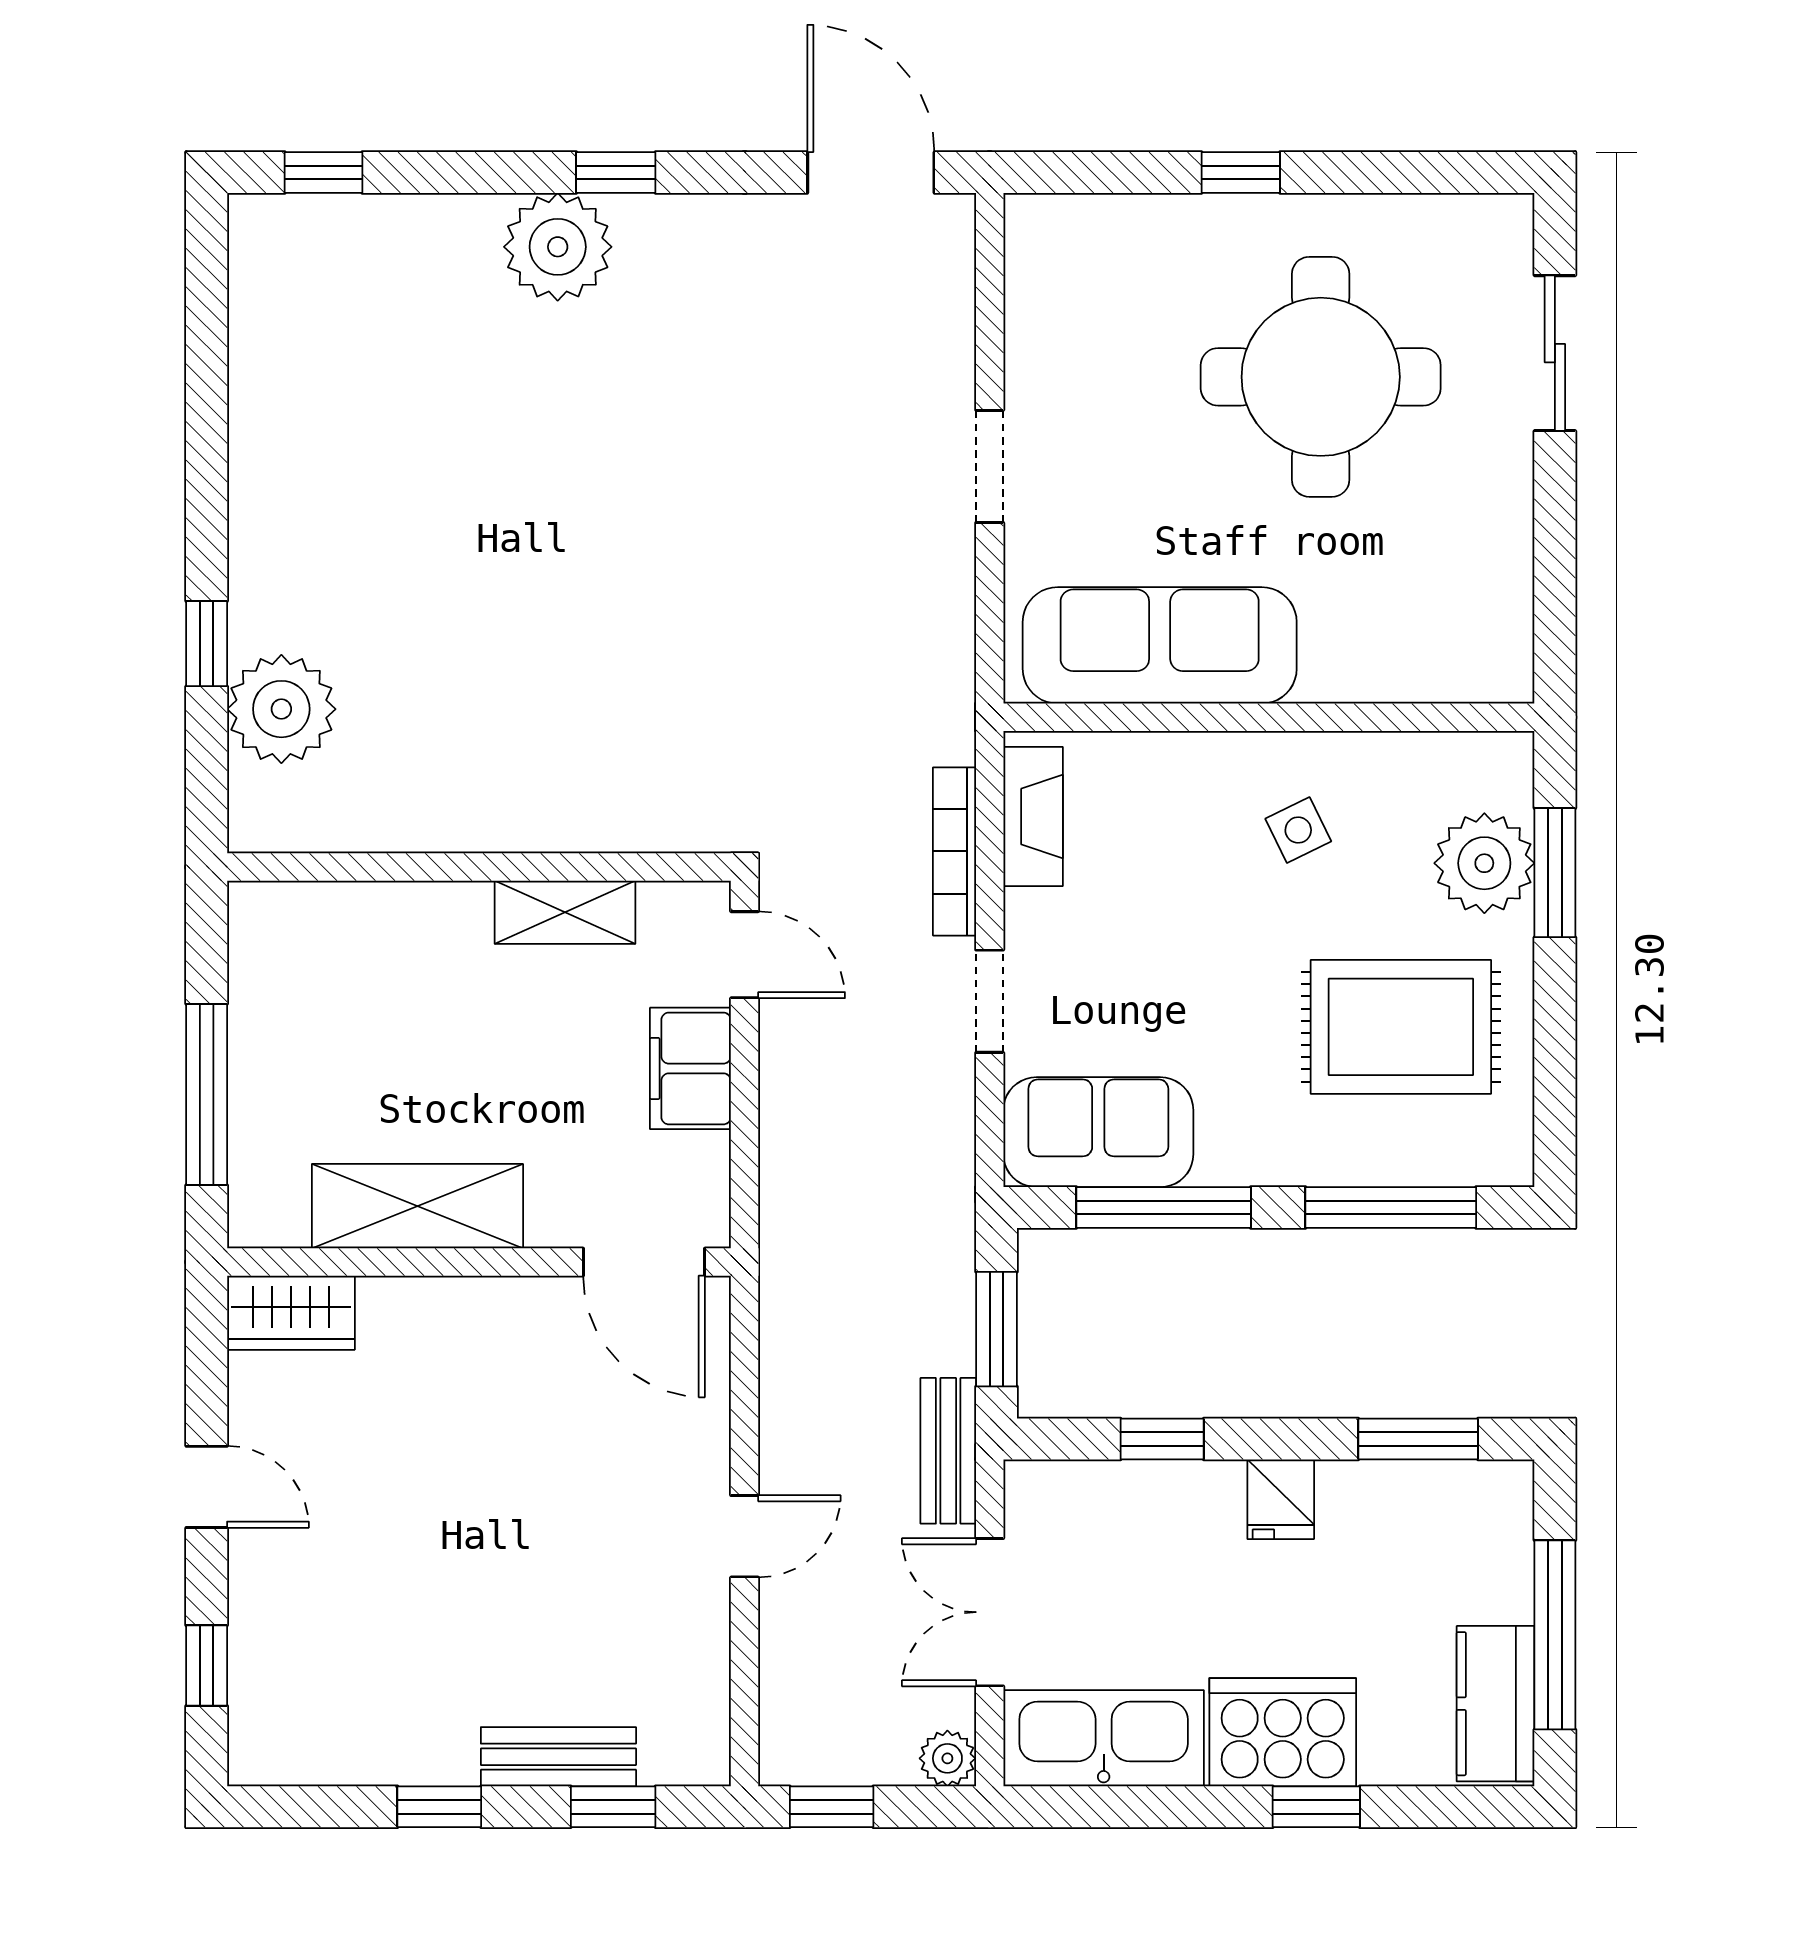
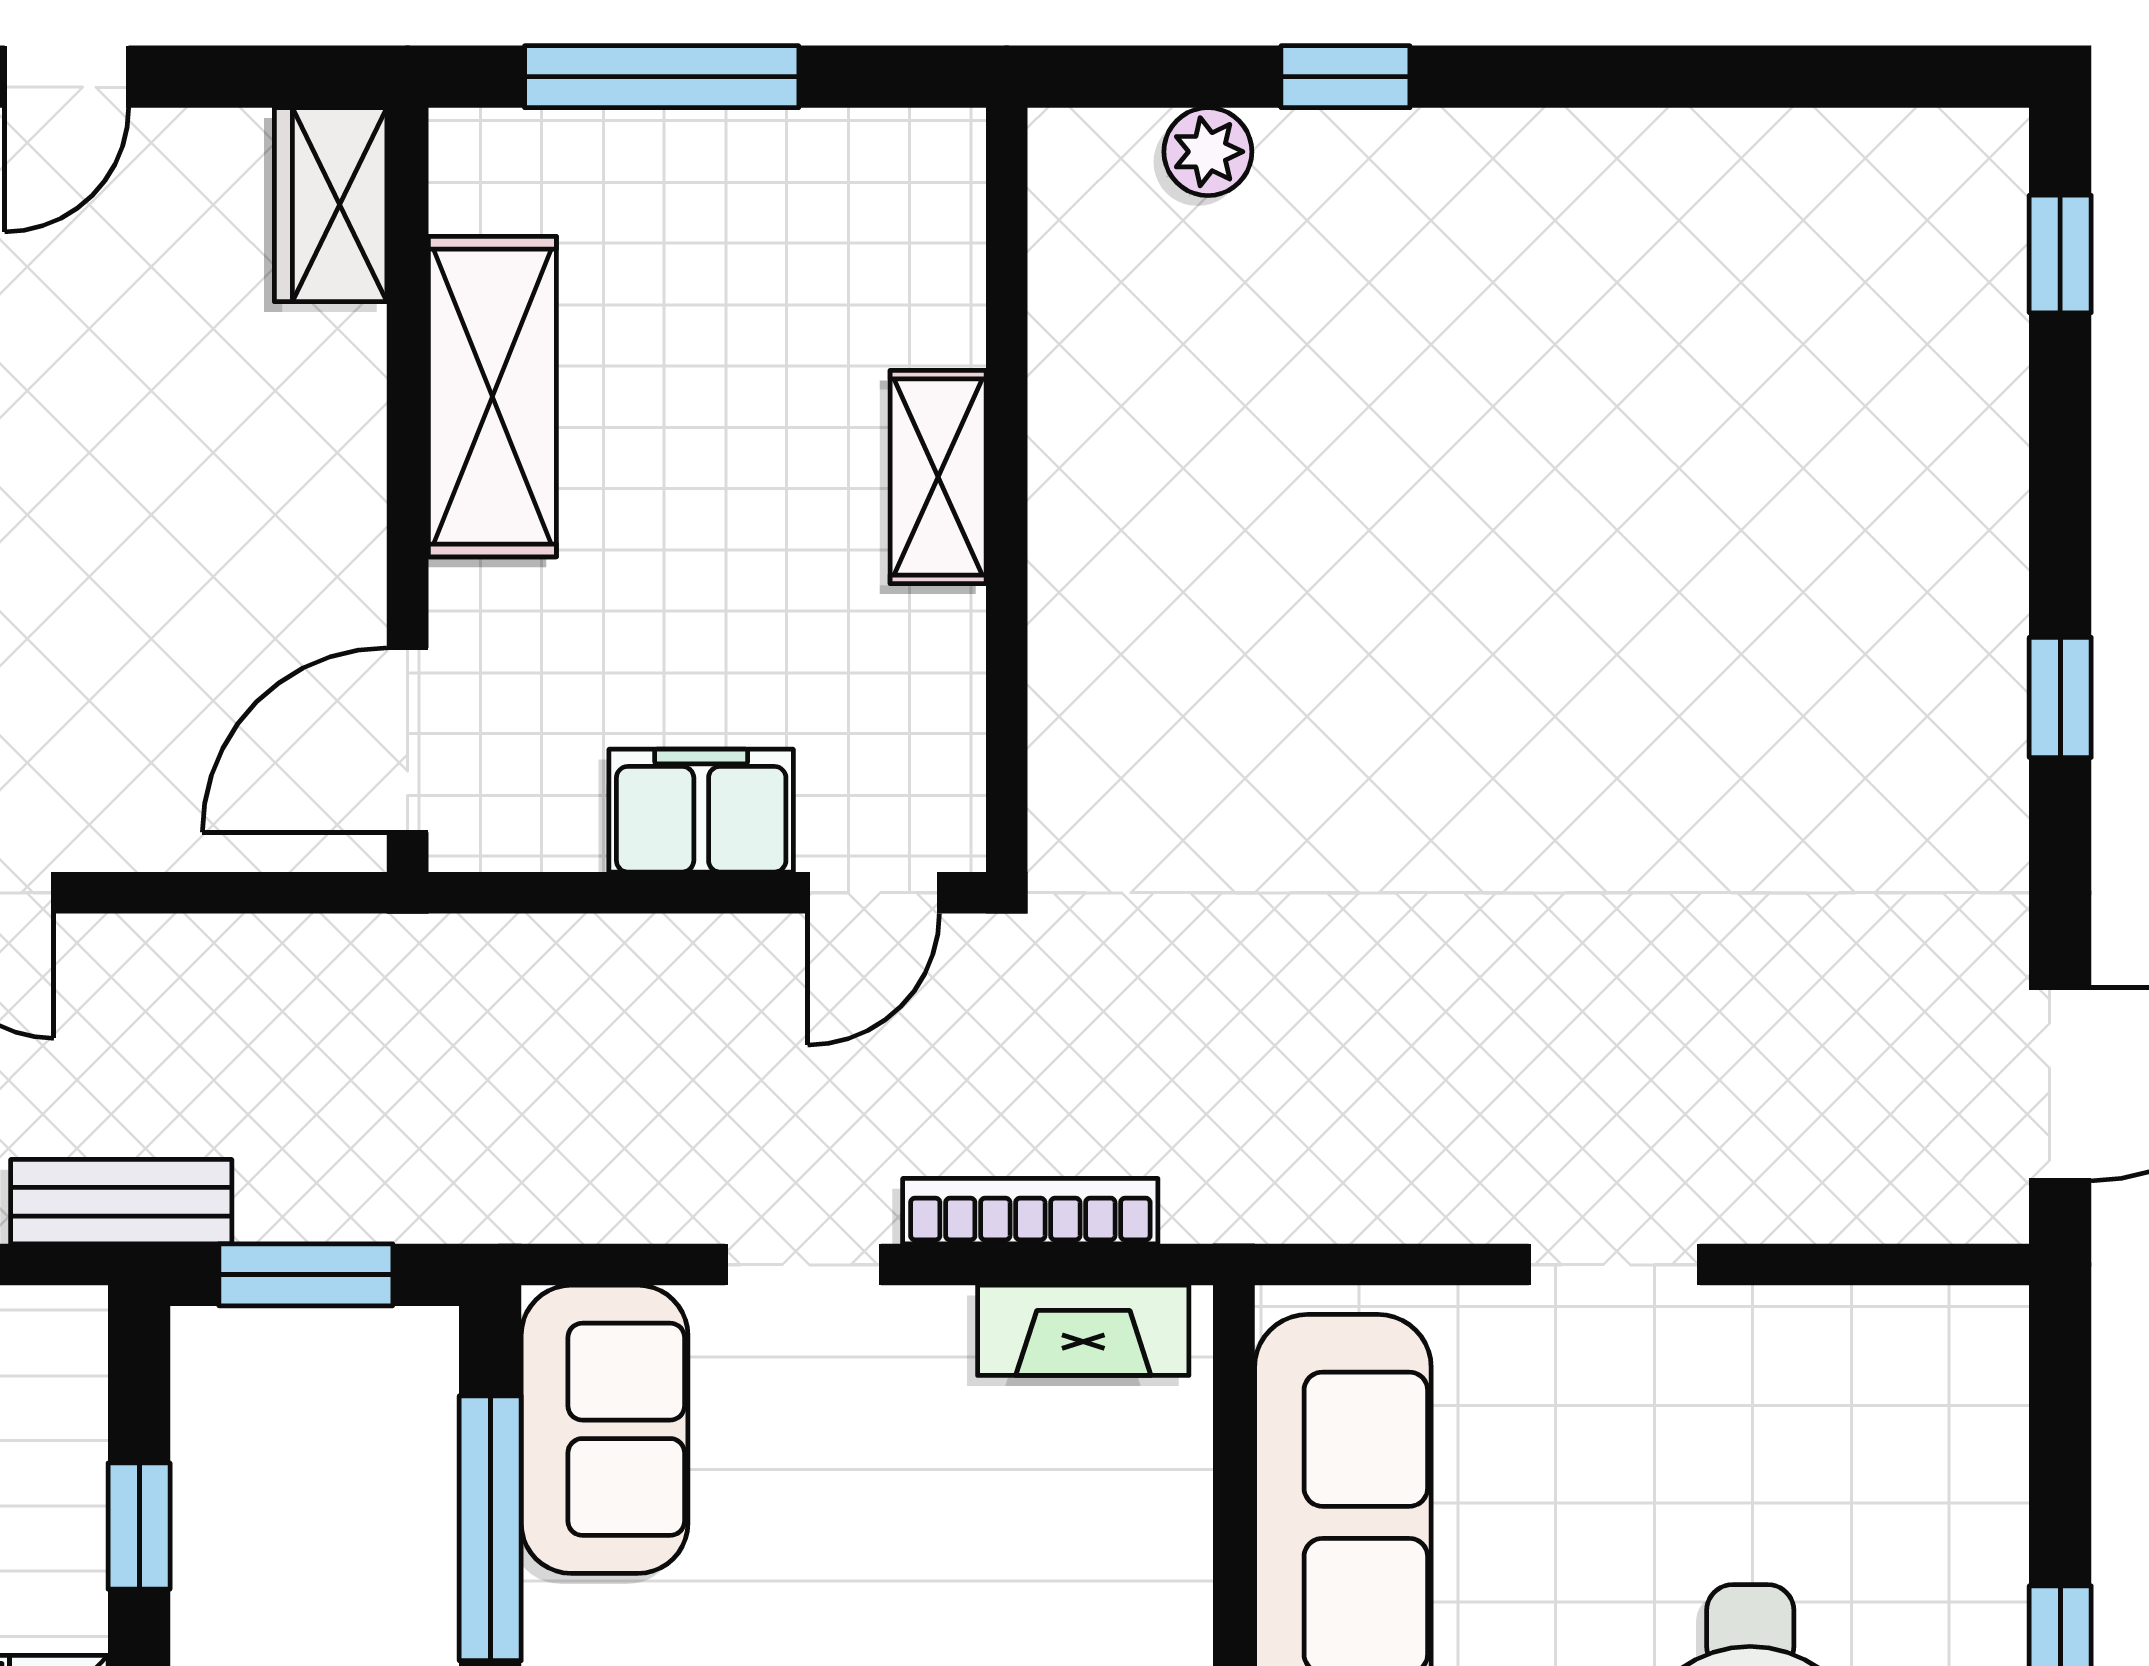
plant: (558, 247) -> (1947, 609), removed
plant: (281, 709) -> (1208, 152), width x0.53, depth x0.53
shelving: (565, 912) -> (938, 477), moved

